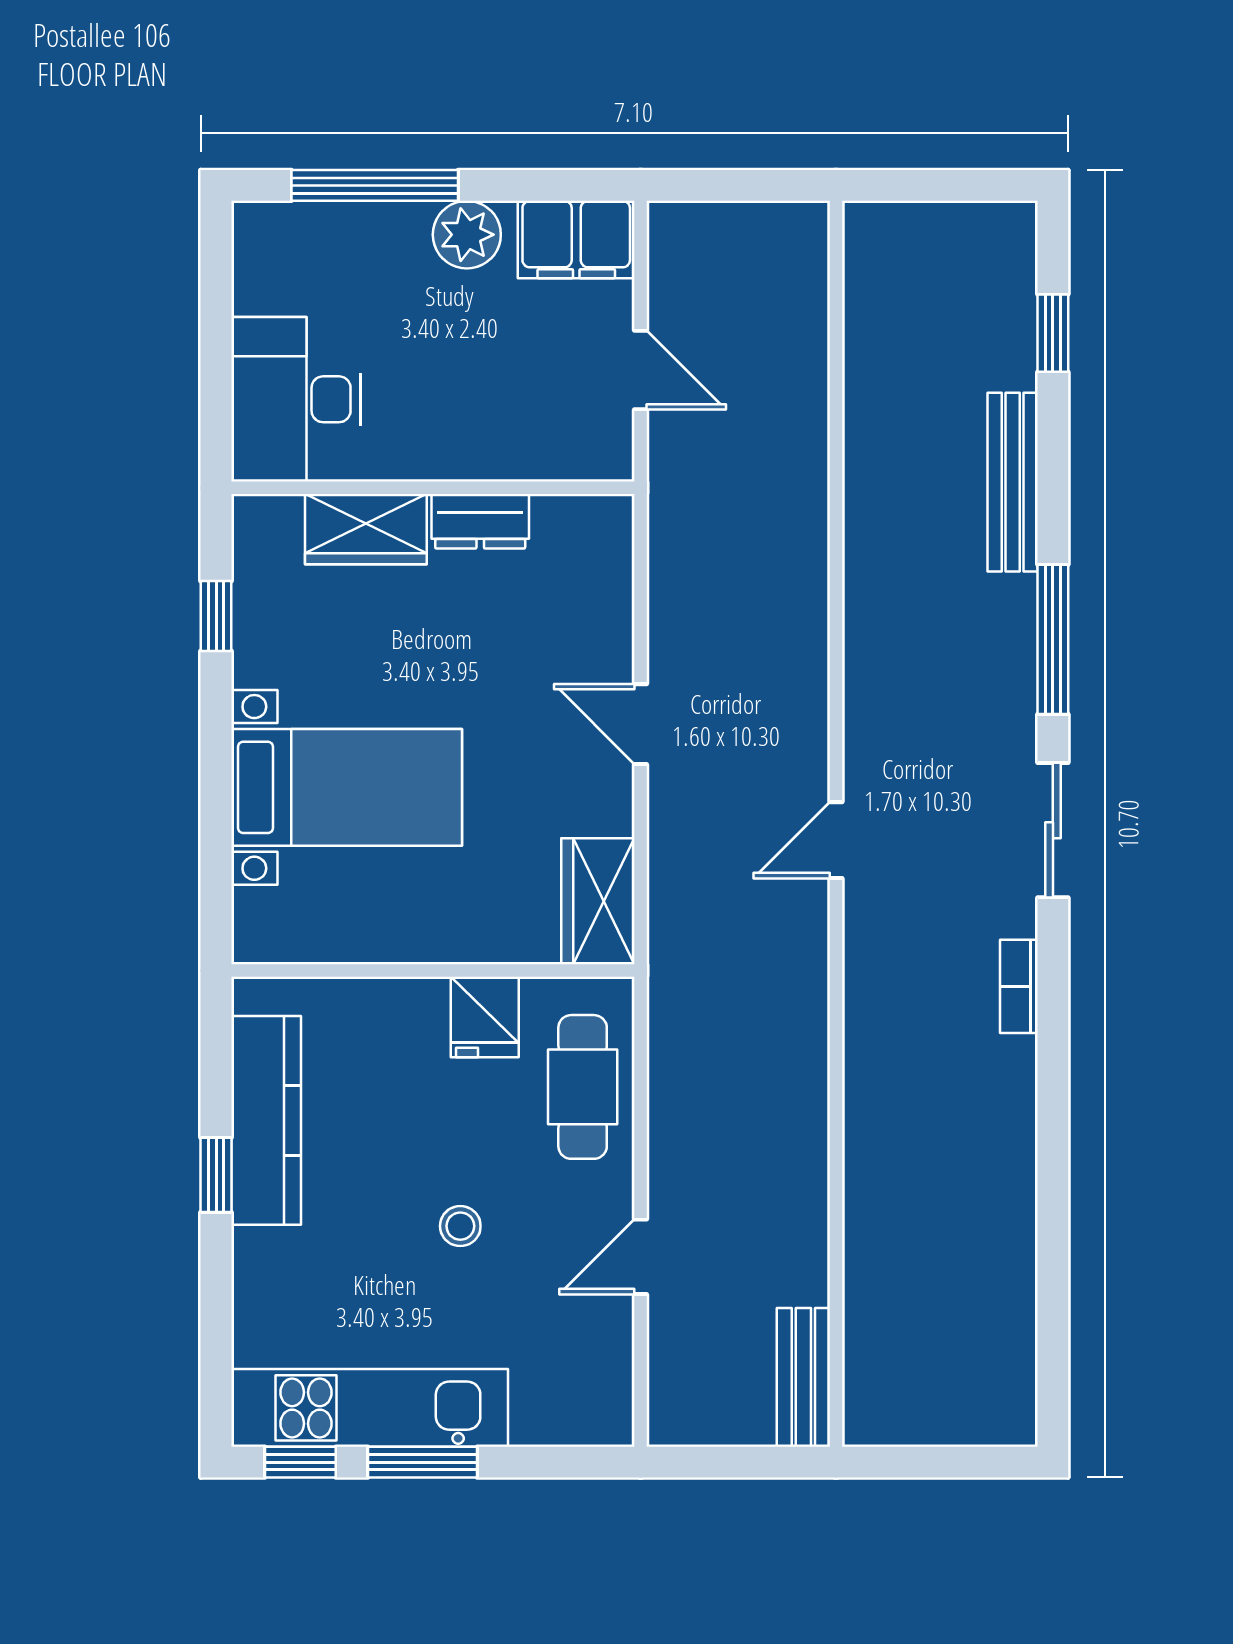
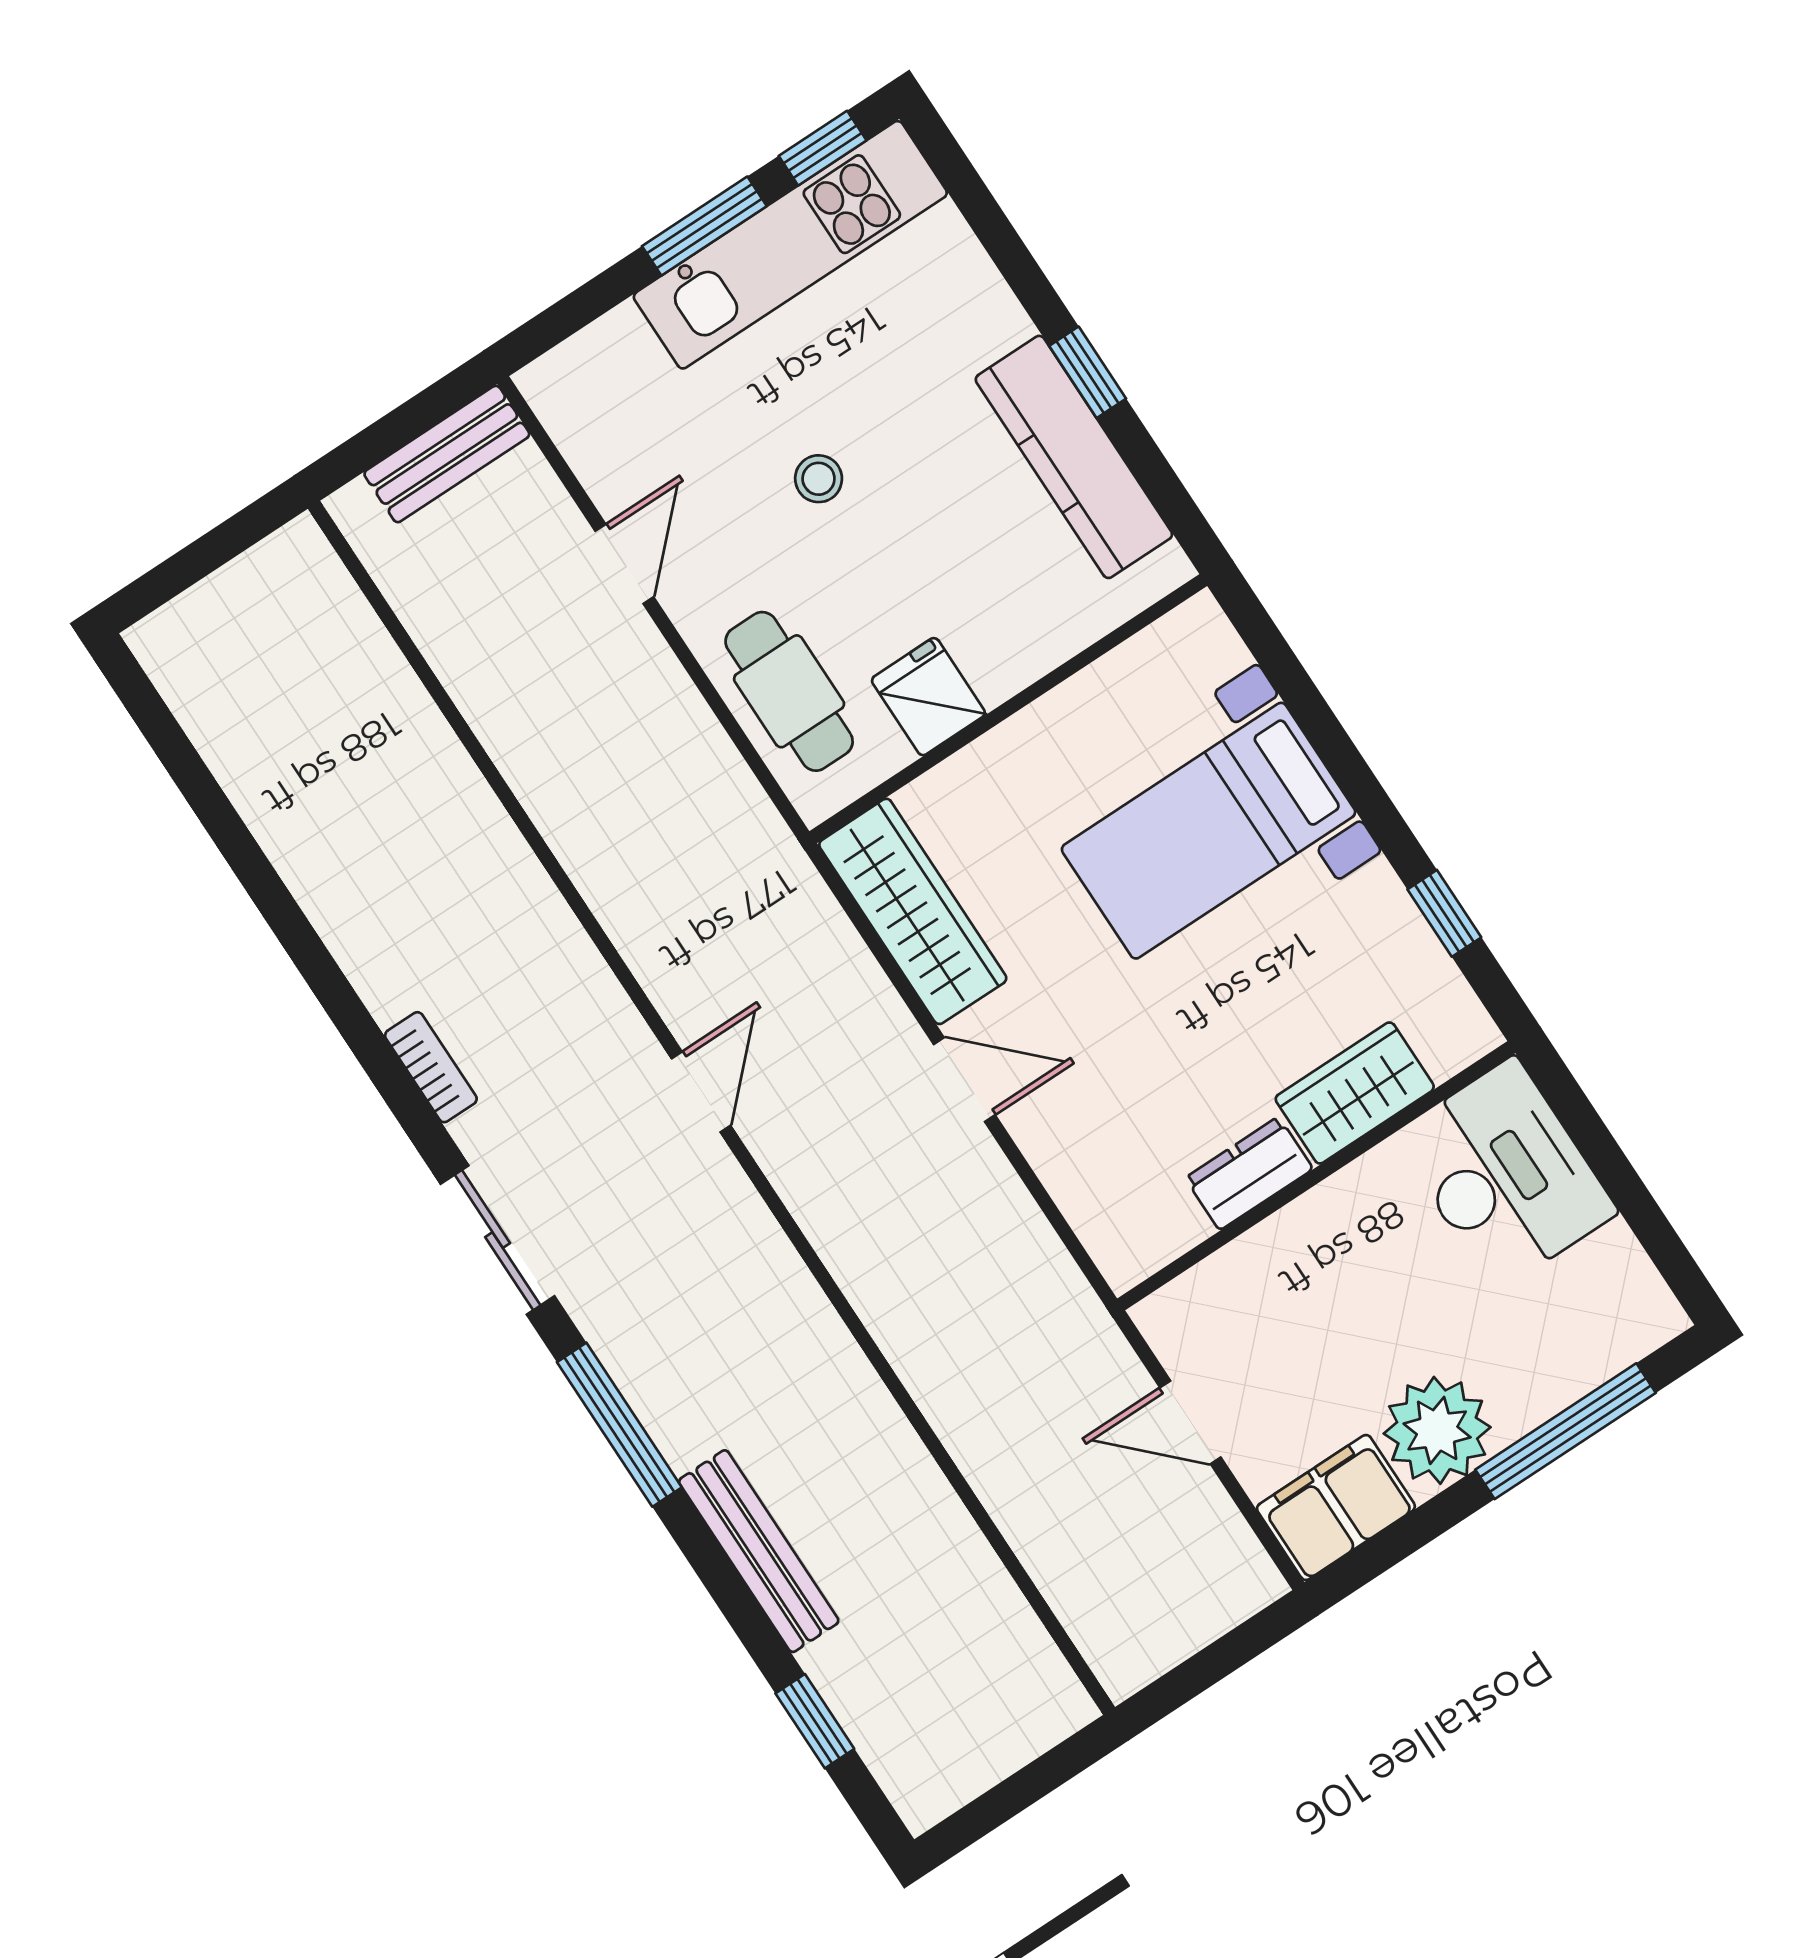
plant: (467, 235) -> (1437, 1430), width x1.36, depth x1.36
wardrobe: (598, 901) -> (913, 911), width x1.50
bench: (803, 1377) -> (447, 454), moved, turned 90

